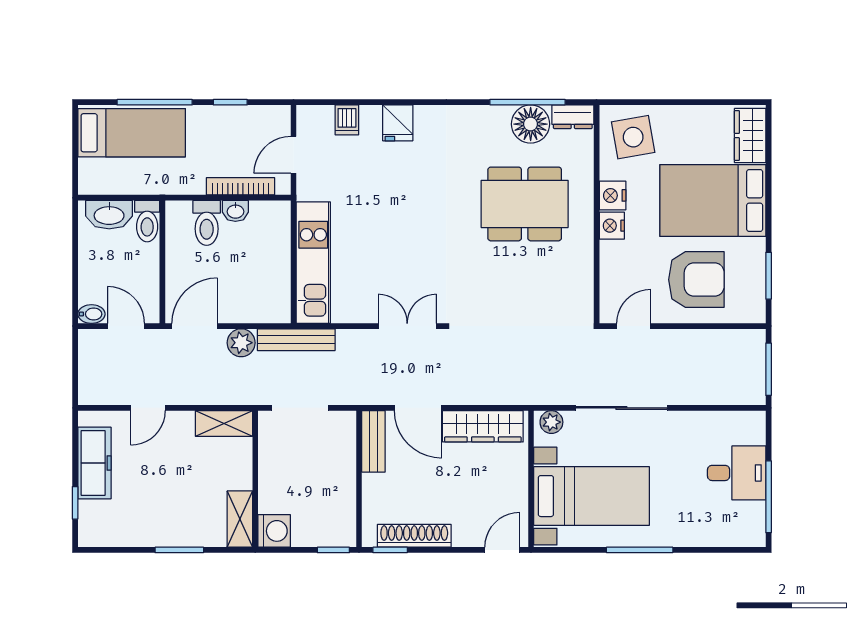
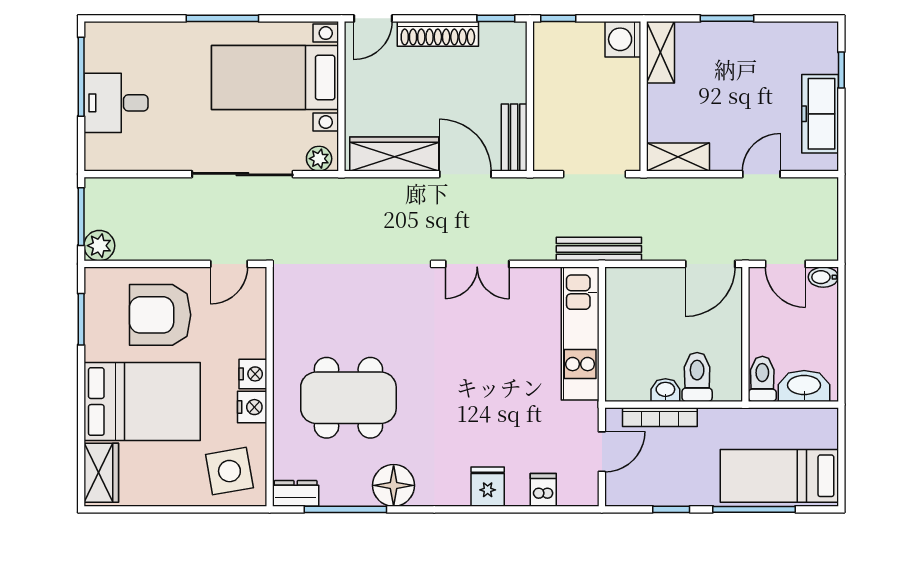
floor lamp: (531, 124) -> (394, 485), moved
plant: (241, 343) -> (99, 246), moved
shoe rack: (414, 536) -> (438, 34), moved

